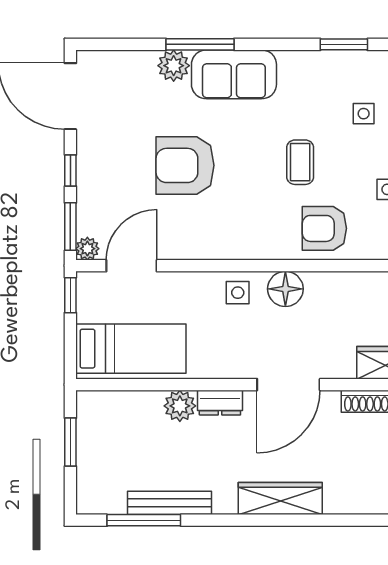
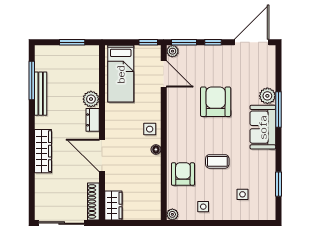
floor lamp: (285, 289) -> (156, 149), width x0.53, depth x0.53

